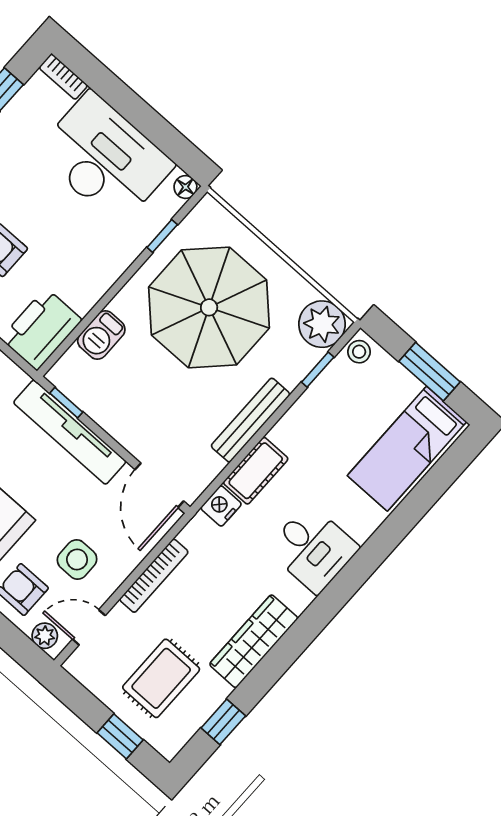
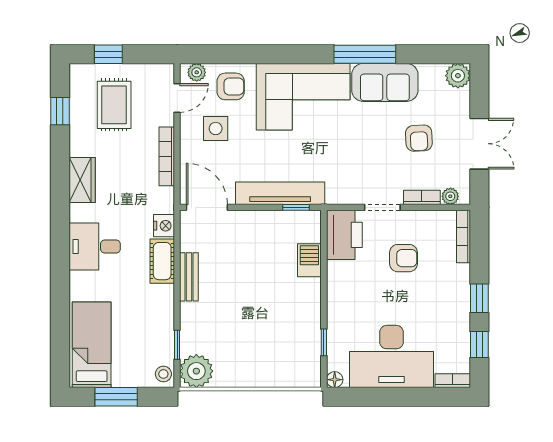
parasol: (209, 307) -> (265, 326), removed
bench: (251, 420) -> (189, 277), width x0.73
wardrobe: (254, 641) -> (82, 180), width x0.67

